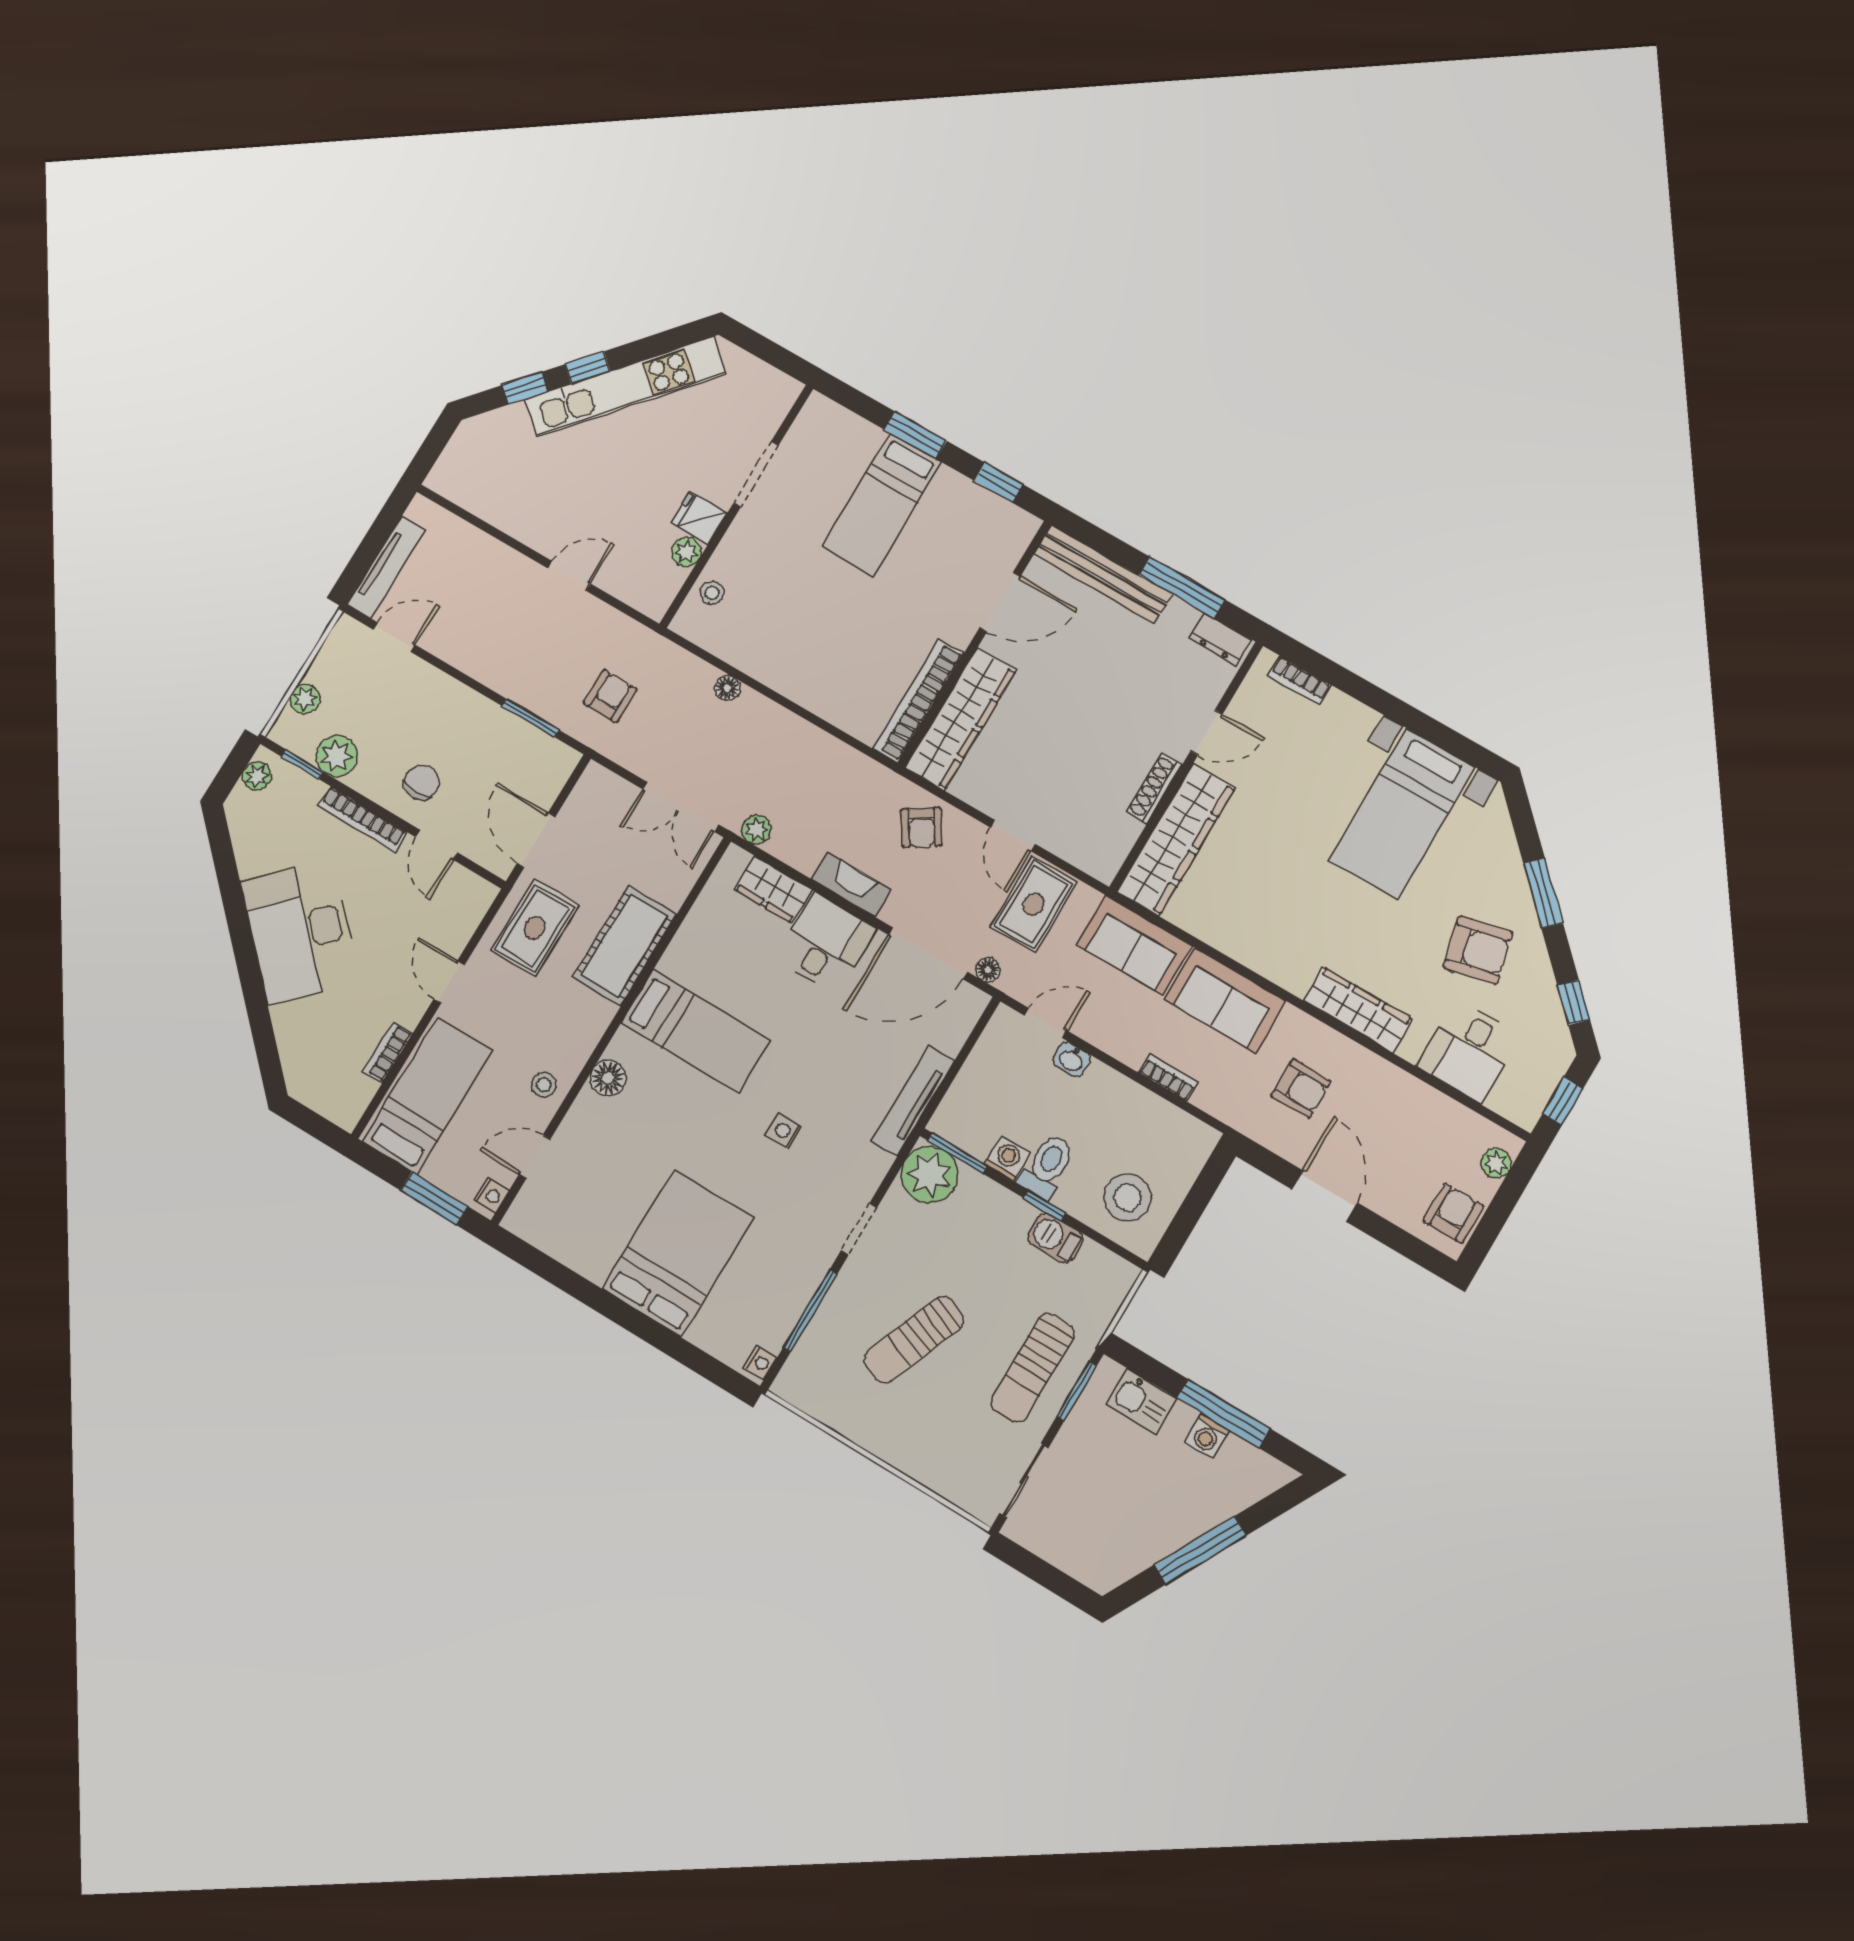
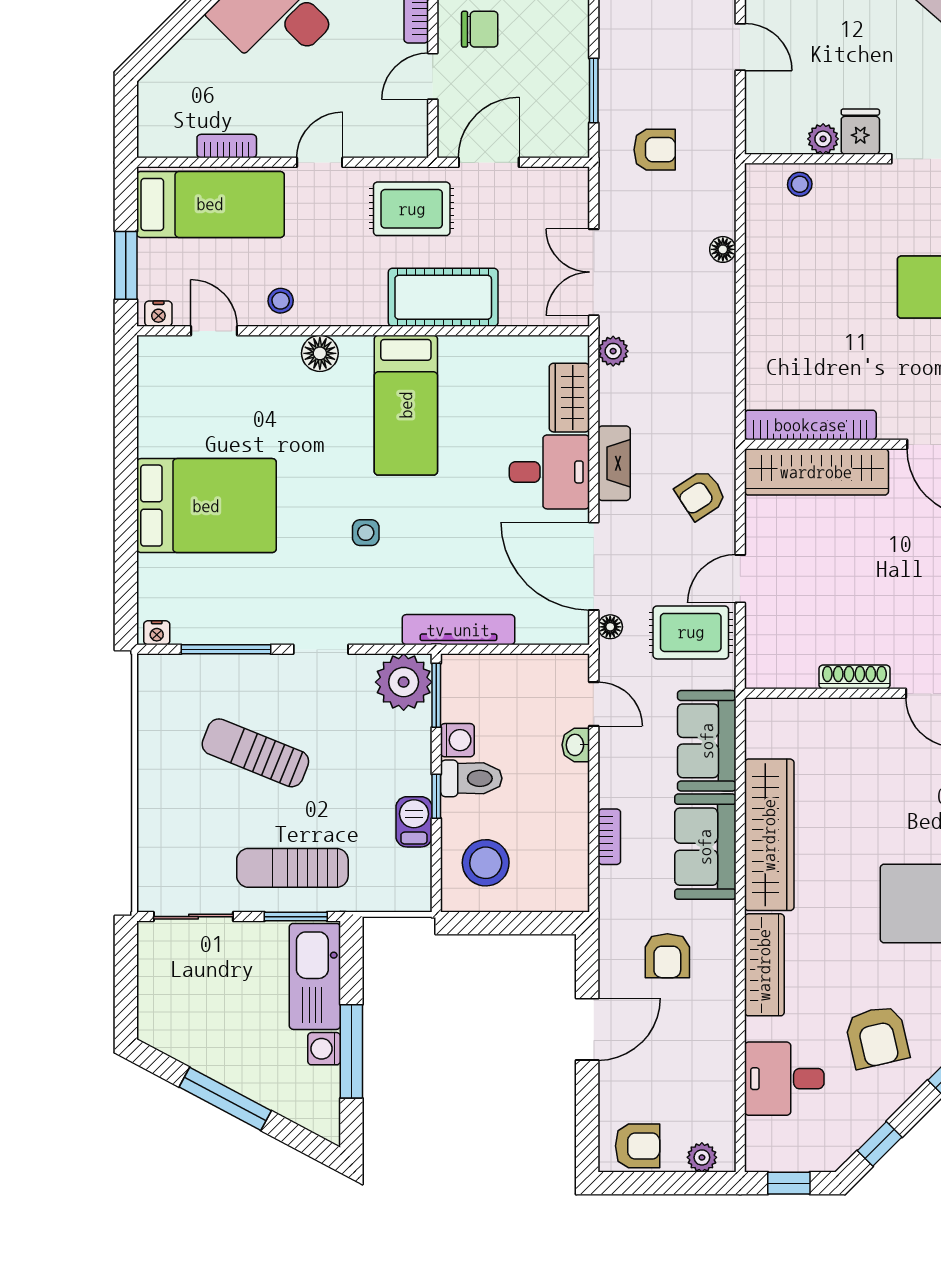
wardrobe: (1176, 839) -> (769, 835), moved, turned -90
kitchen sink: (1142, 1401) -> (315, 976), width x1.87, depth x1.24

